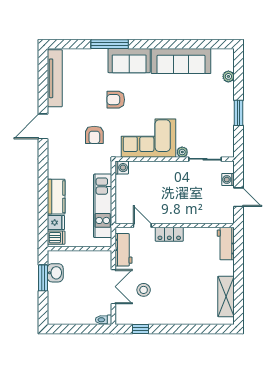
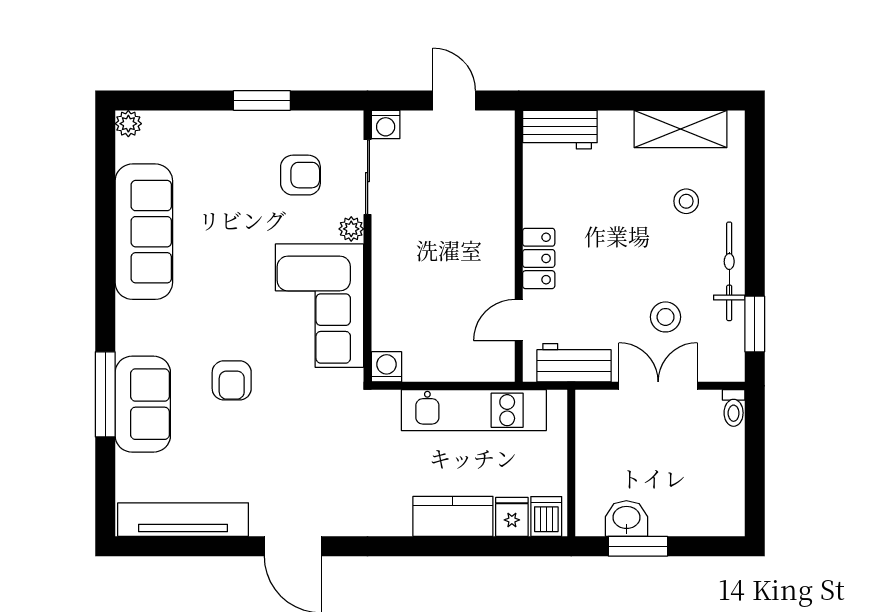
sofa: (129, 61) -> (143, 404), moved
plant: (228, 76) -> (128, 124), moved
armchair: (94, 135) -> (300, 175), moved
washing machine: (228, 180) -> (386, 125), moved
door: (239, 197) -> (454, 100), hinge flipped
stool: (194, 299) -> (686, 201), added
bicycle: (164, 318) -> (729, 271), added
window: (141, 329) -> (755, 324), width x1.50

